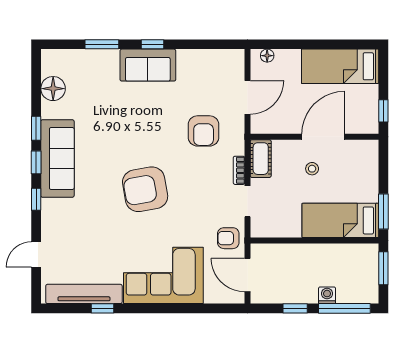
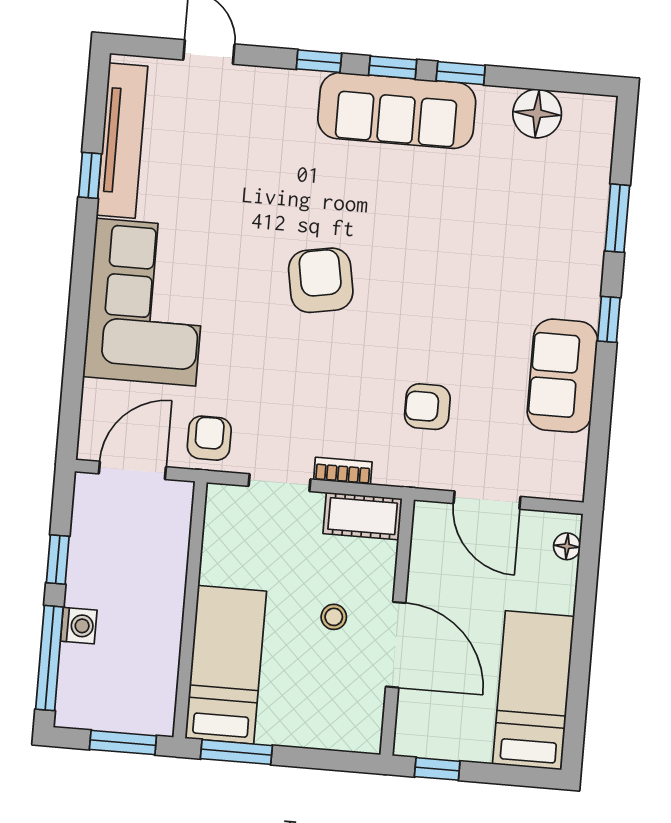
sofa: (148, 65) -> (562, 376), moved
armchair: (204, 131) -> (427, 407), width x0.72, depth x0.72
armchair: (145, 189) -> (321, 280), width x0.73, depth x0.73

